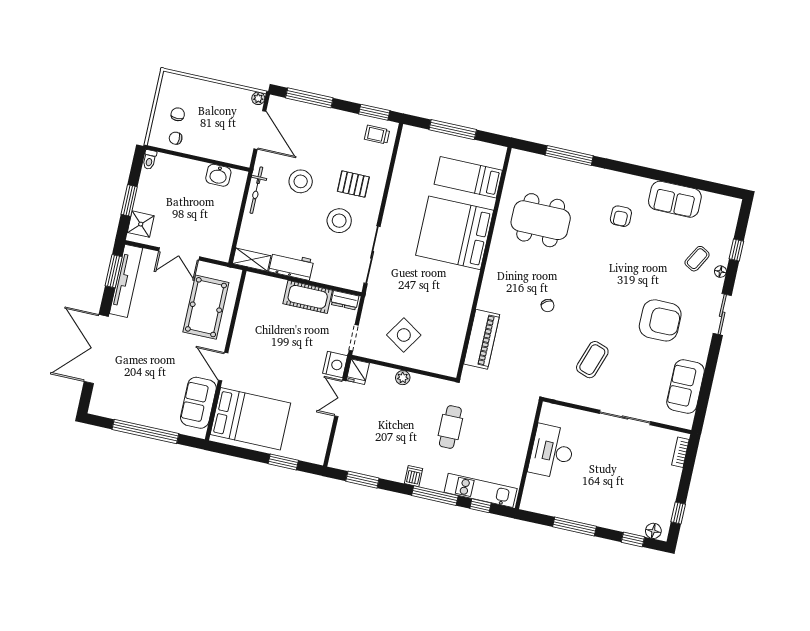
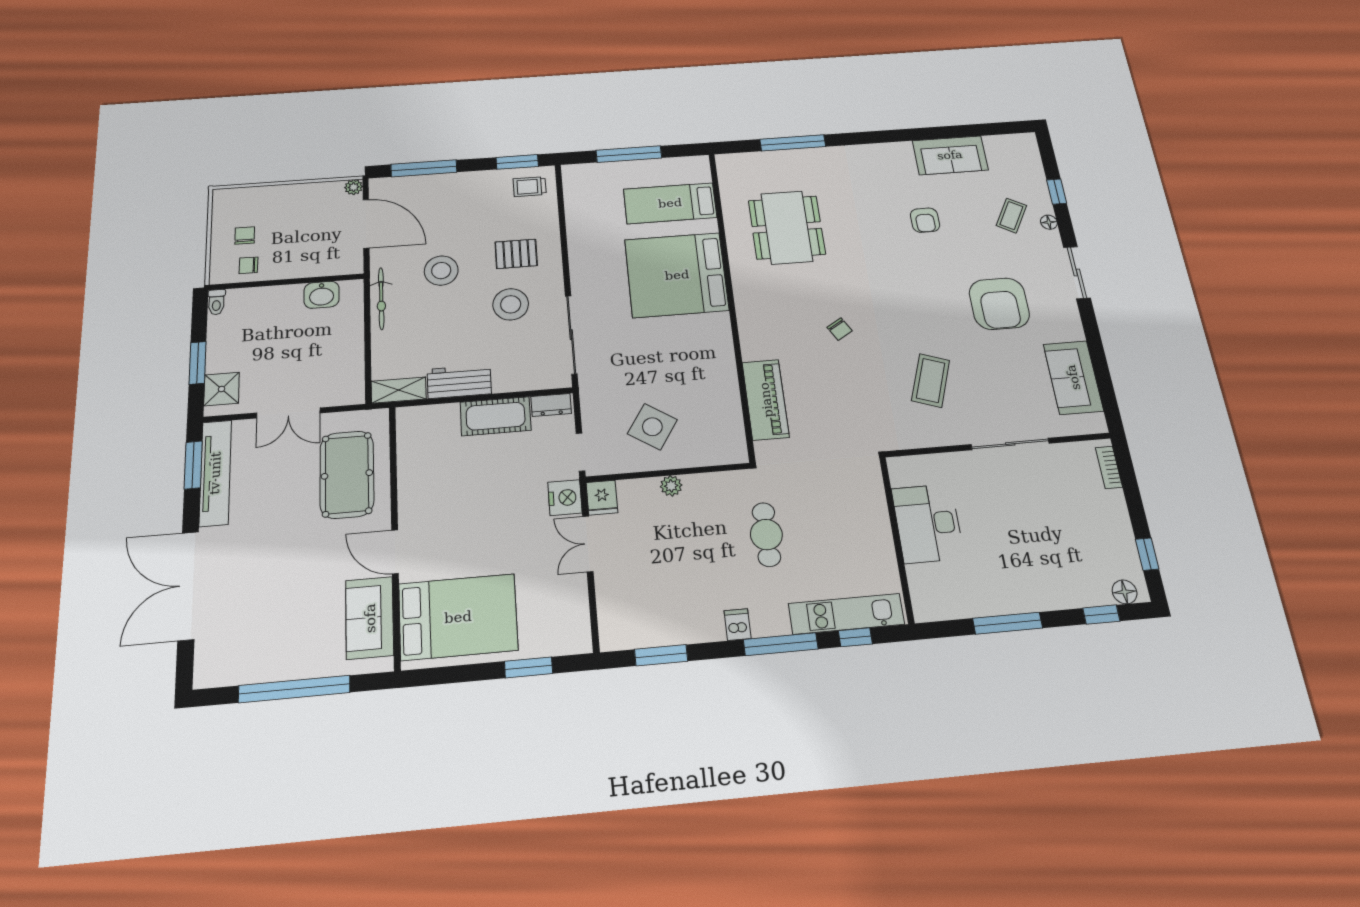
armchair: (621, 216) -> (925, 220), moved
dining table: (541, 220) -> (787, 227), turned 90
armchair: (660, 320) -> (999, 304), turned 90

